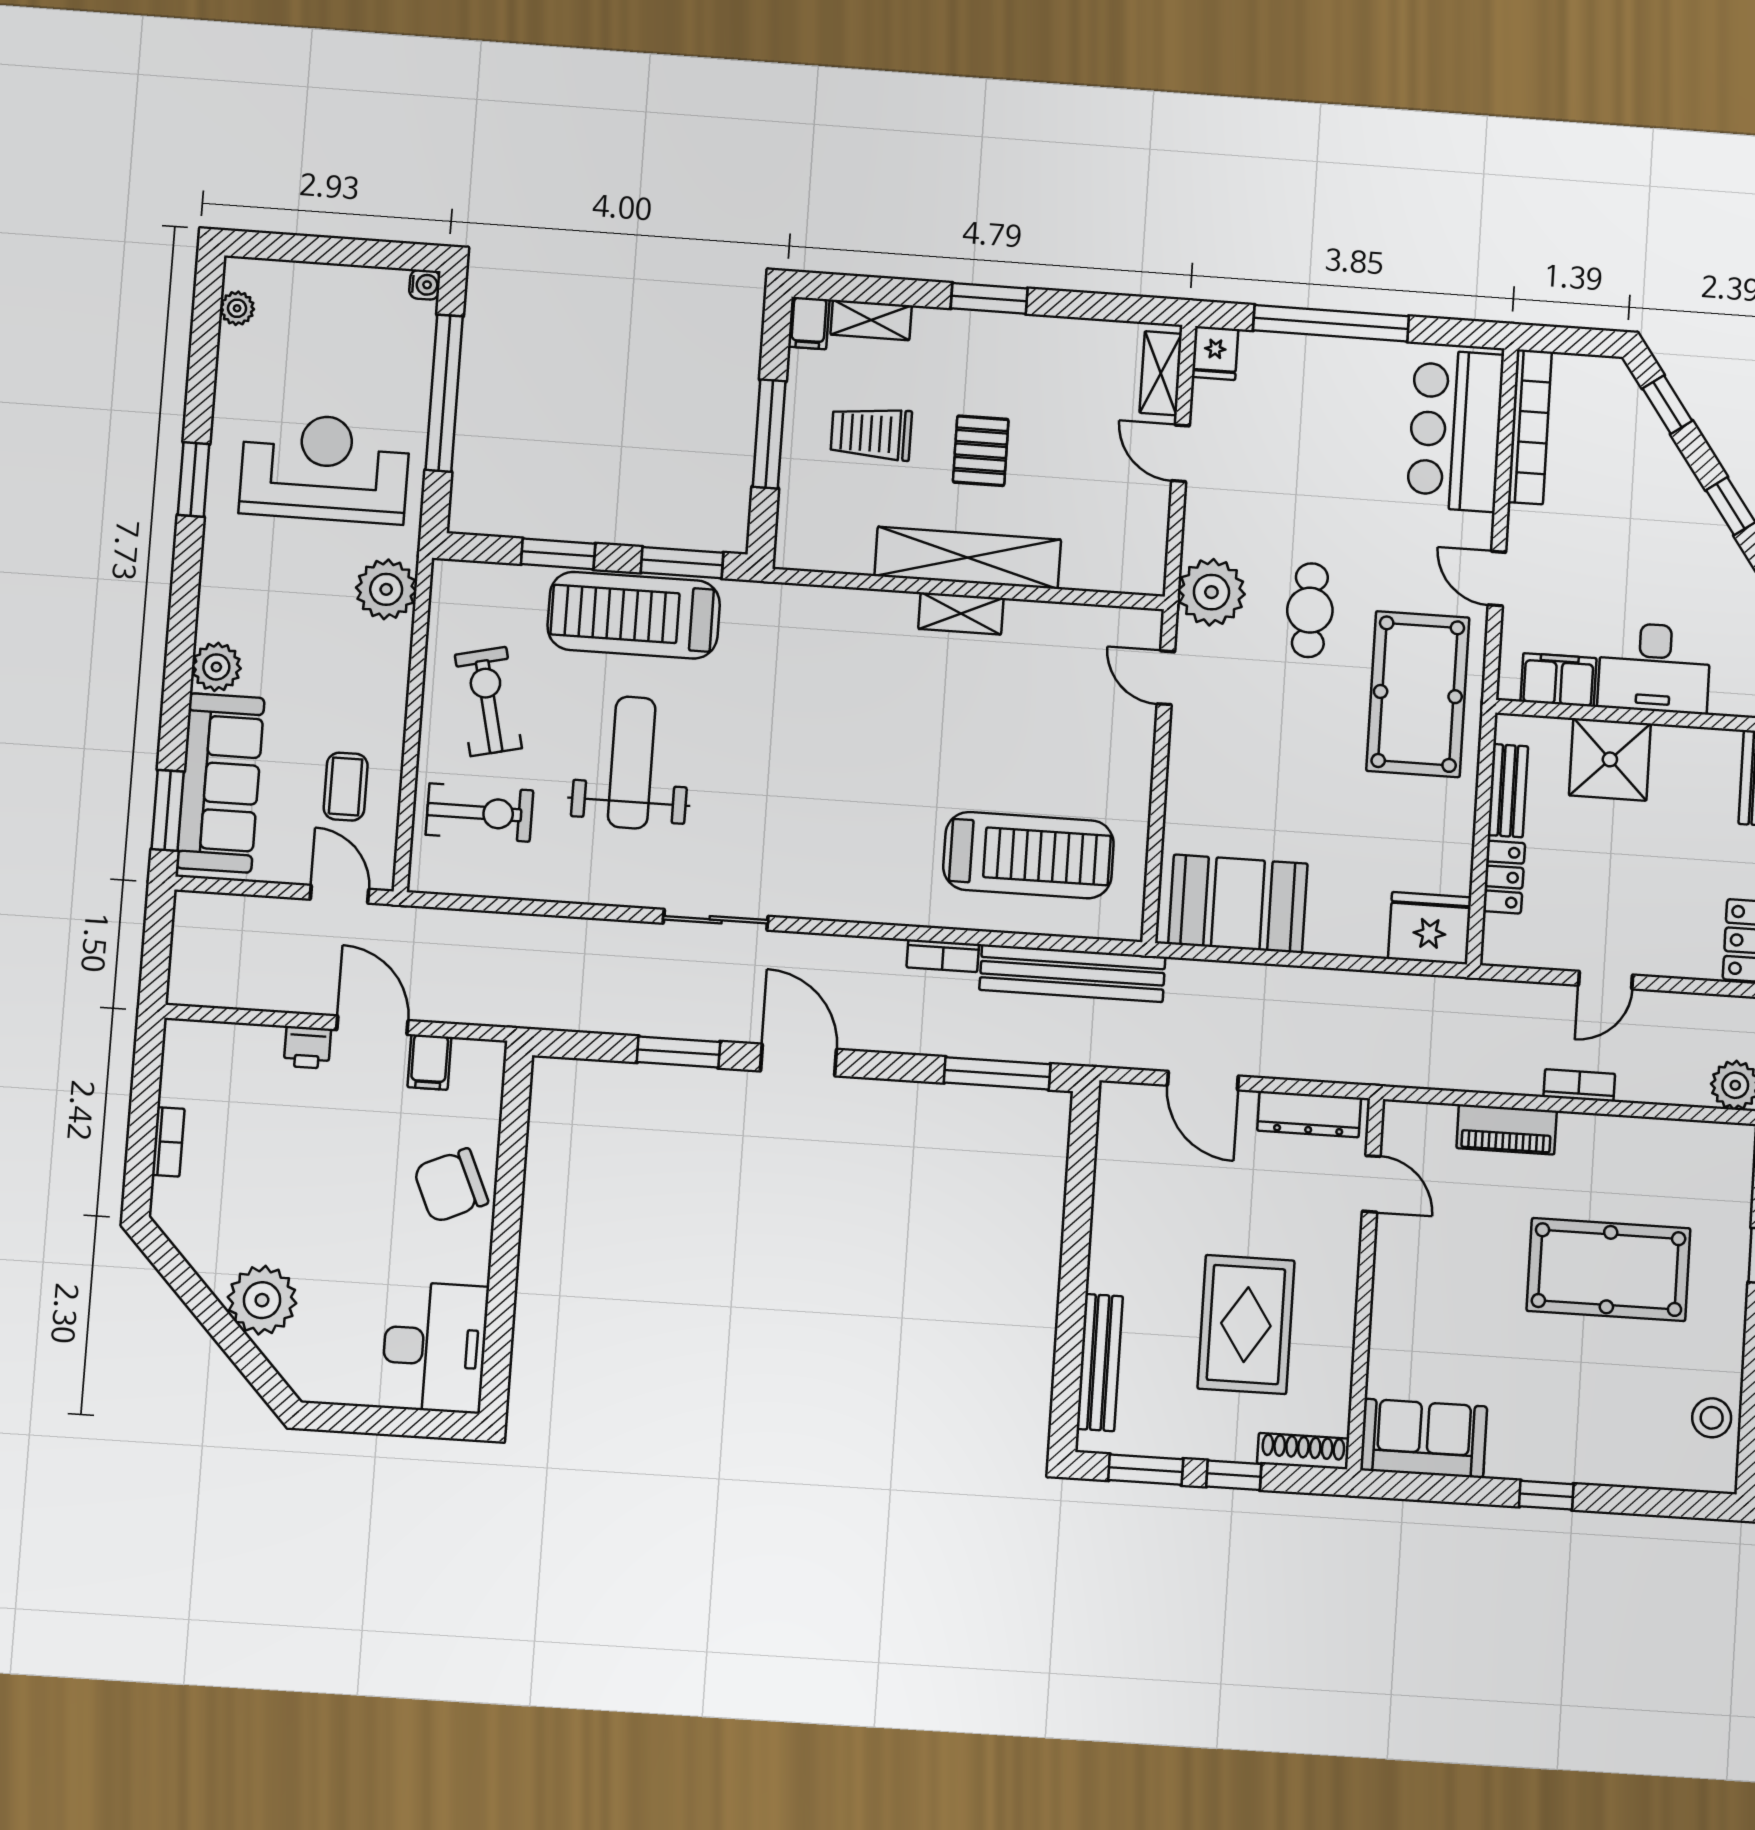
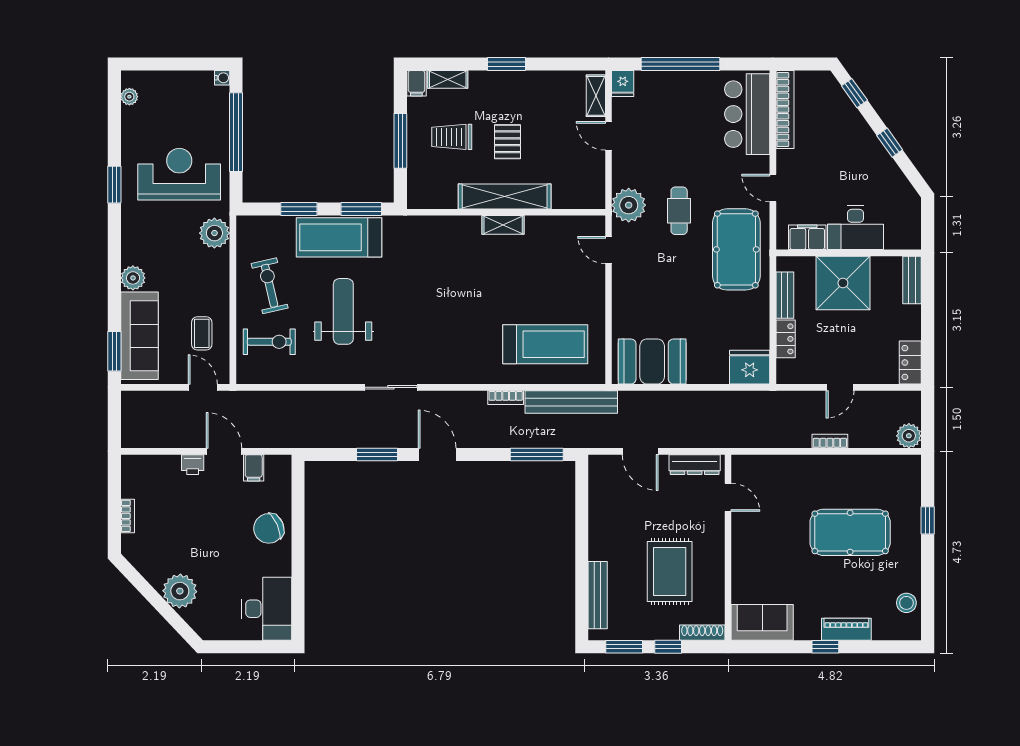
shower: (1610, 759) -> (843, 283), width x1.37, depth x1.37
piano: (1507, 1129) -> (846, 629), moved, turned 180

